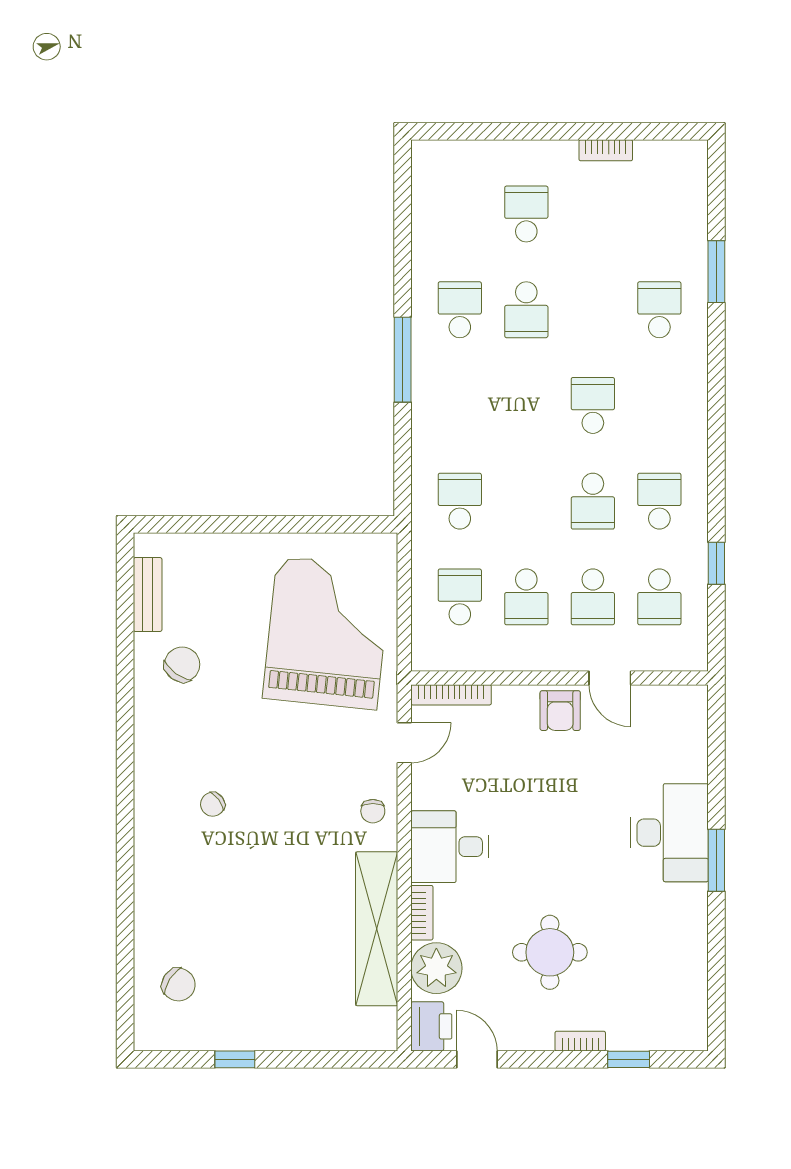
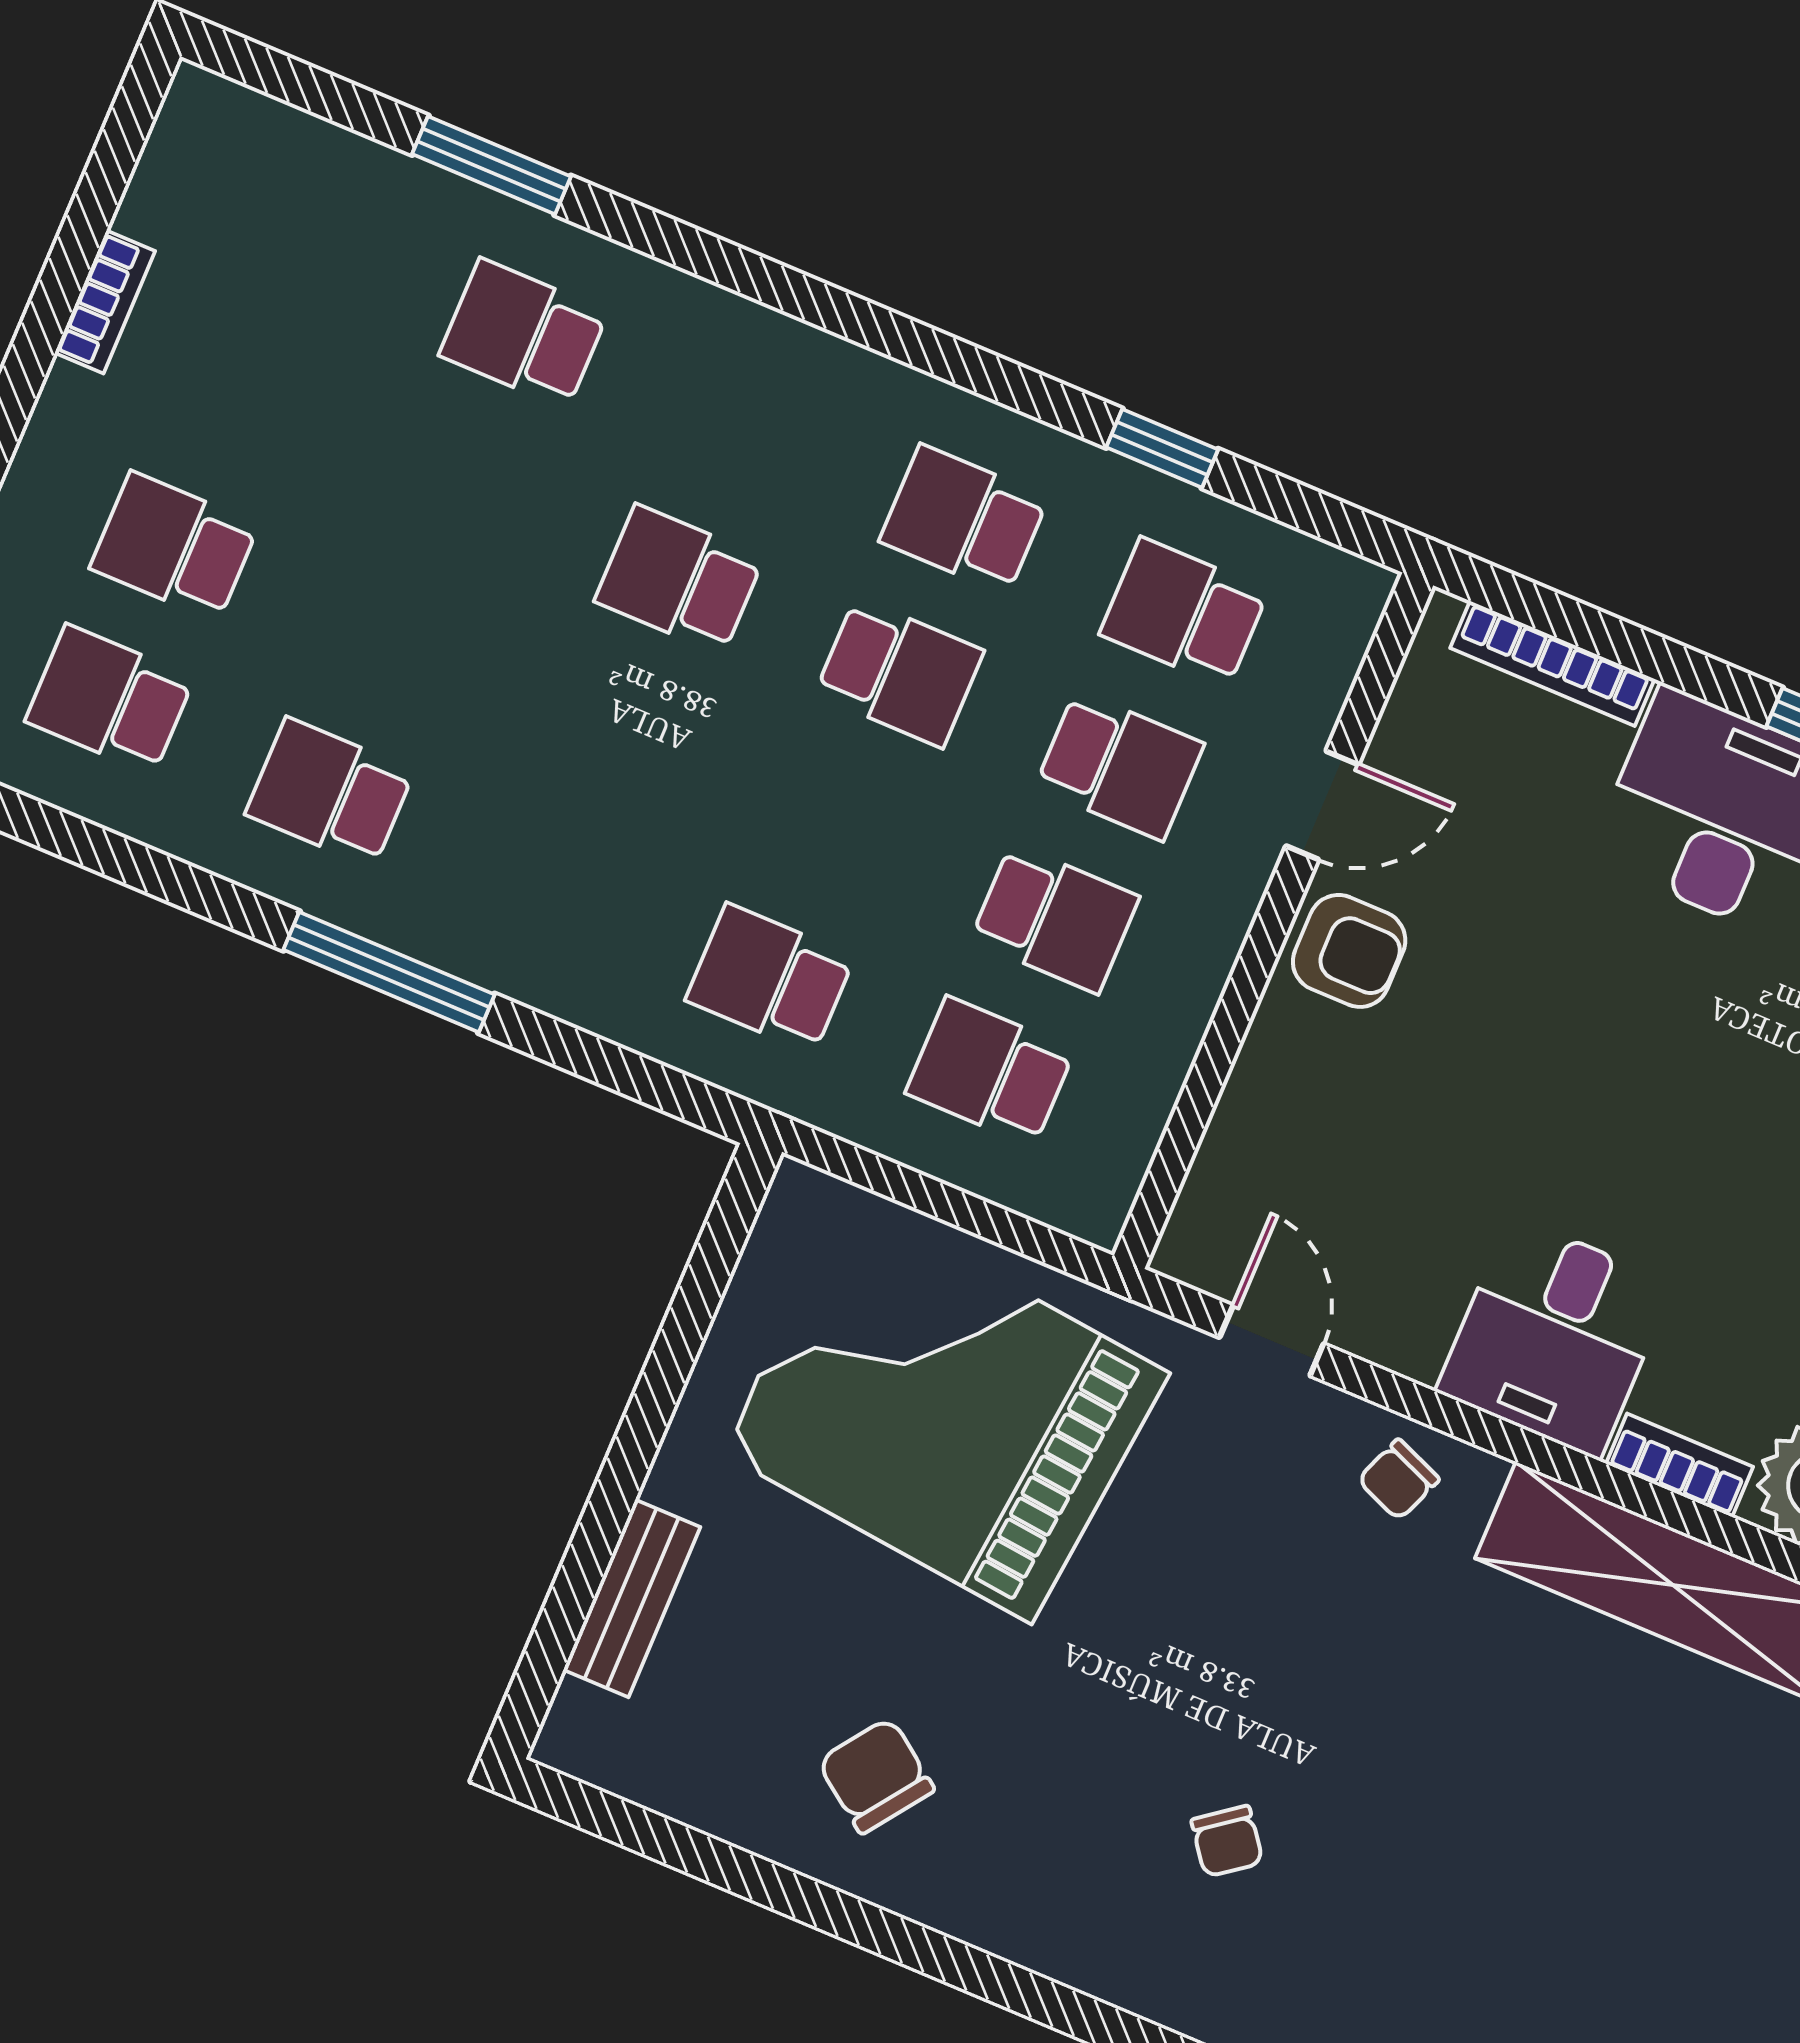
school desk: (526, 310) -> (110, 699), moved, turned 180
bench: (148, 595) -> (632, 1598), moved, turned 90
school desk: (659, 597) -> (1184, 612), turned 180
bookcase: (451, 695) -> (1552, 664), moved, turned 90
chair: (373, 811) -> (1398, 1480), turned 112

